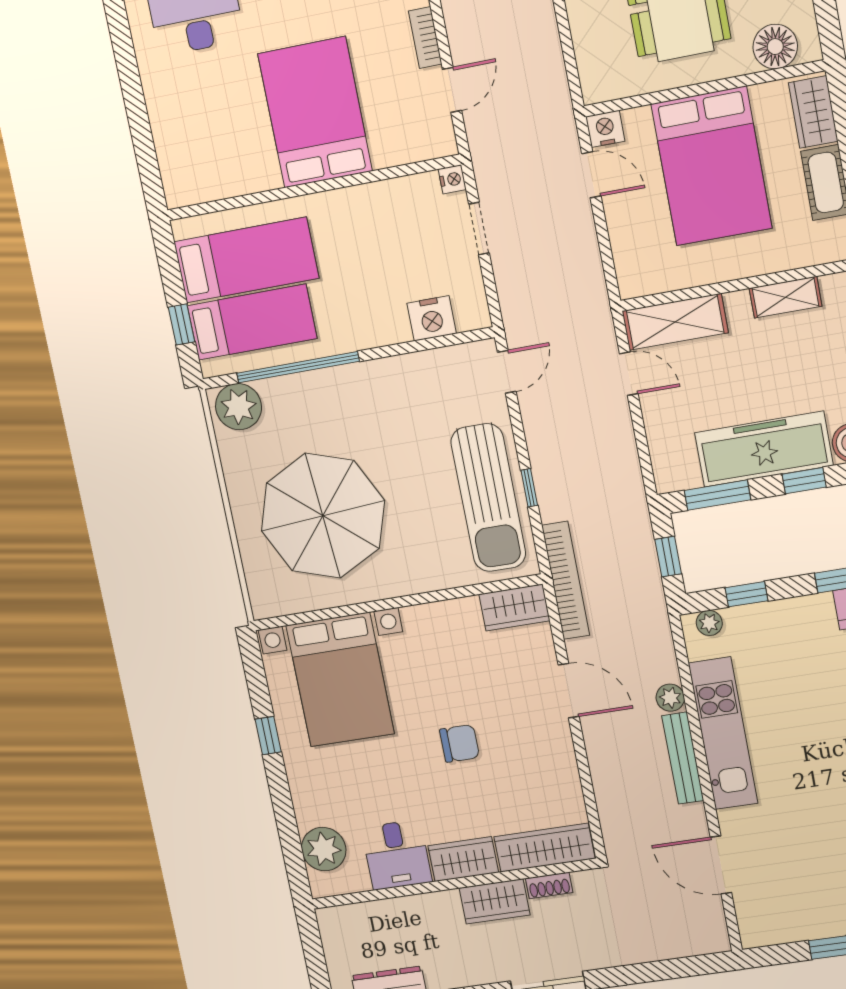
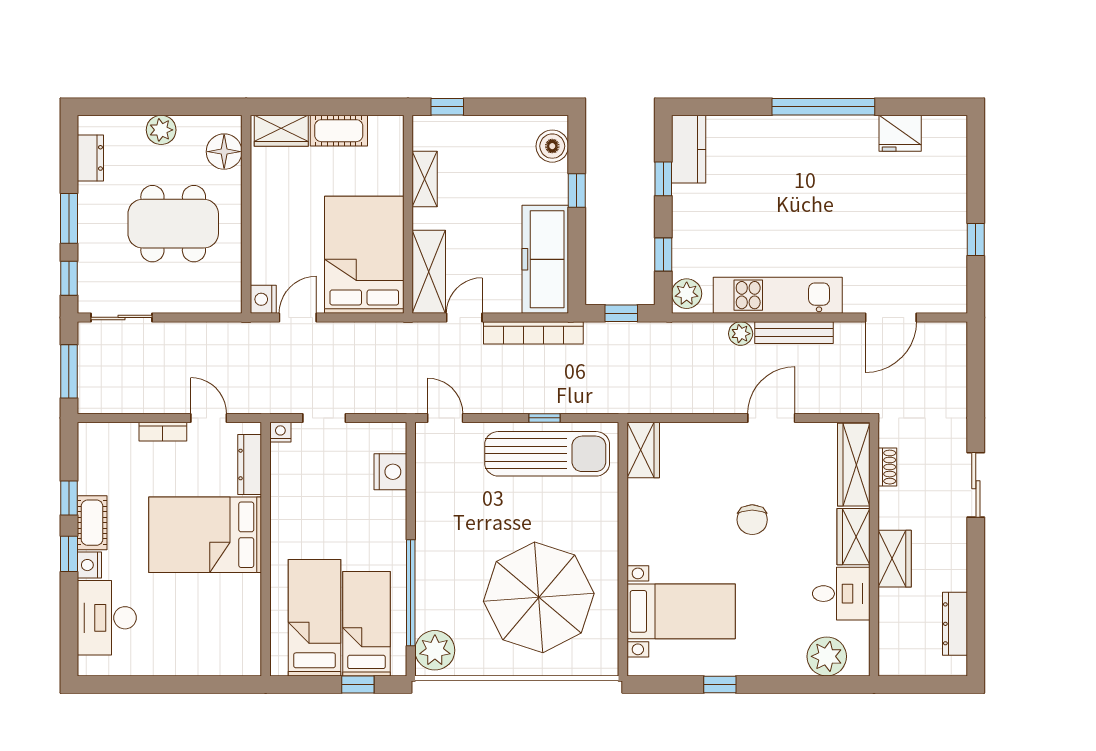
dresser: (407, 150) -> (250, 464), added
bed: (711, 166) -> (364, 255), moved, turned -90
freezer: (764, 449) -> (545, 259), moved
window: (717, 495) -> (577, 263), removed
bookcase: (566, 580) -> (533, 333), moved, turned 180
plant: (709, 623) -> (687, 294), width x1.38, depth x1.38
bed with nightstands: (340, 680) -> (681, 611), width x0.73
door: (569, 691) -> (771, 418), moved
chair: (459, 743) -> (752, 520), turned 180
wardrobe: (495, 901) -> (895, 559), moved

